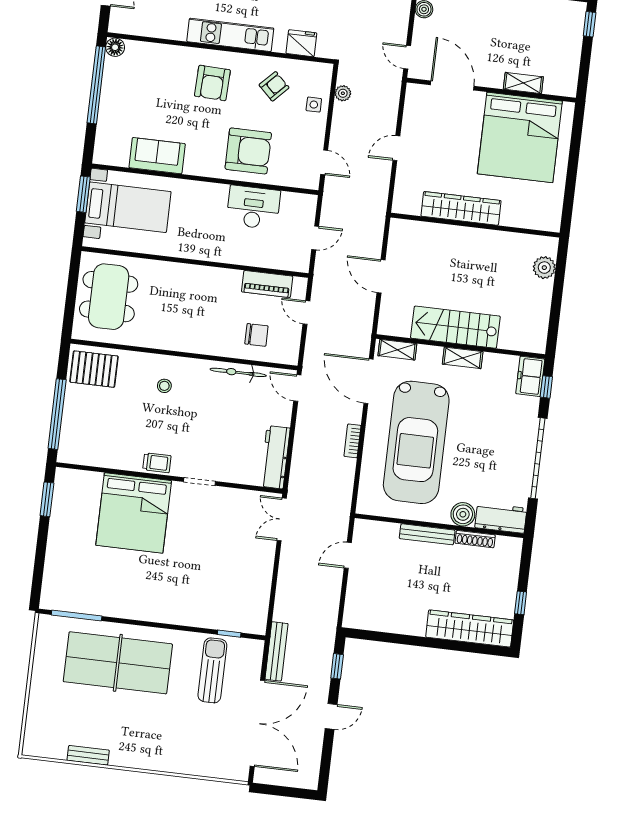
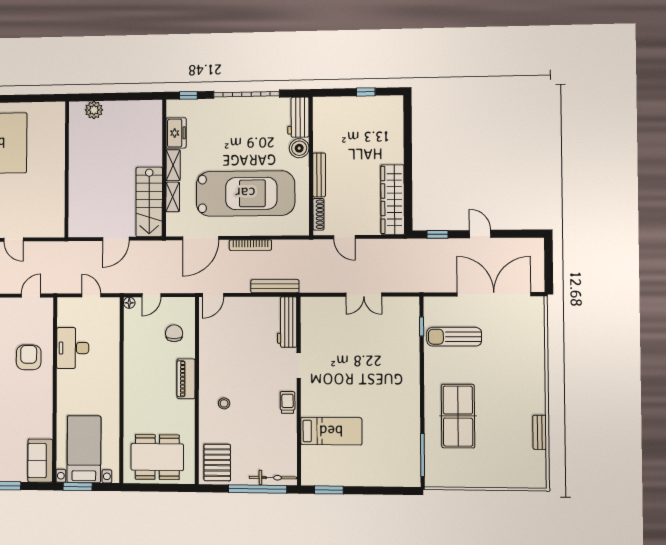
armchair: (248, 151) -> (29, 357), width x0.73, depth x0.73
sofa: (157, 156) -> (40, 461), moved
wardrobe: (461, 208) -> (55, 182), removed
piano: (267, 284) -> (186, 379), moved, turned 180
floor lamp: (300, 284) -> (129, 303), added
stairs: (455, 327) -> (149, 202), moved
shelving: (397, 350) -> (173, 197), moved
bicycle: (238, 372) -> (273, 478), moved, turned -90
freezer: (530, 376) -> (176, 133), moved, turned -90
bookcase: (352, 441) -> (250, 245), width x1.56
workbench: (275, 457) -> (287, 322), moved, turned 90
bed: (134, 513) -> (331, 431), width x0.49
double door: (282, 519) -> (364, 295), moved
shoe rack: (475, 539) -> (318, 214), moved
wardrobe: (470, 628) -> (393, 200), moved
bench: (276, 651) -> (275, 286), moved
table tennis table: (118, 663) -> (458, 416), width x0.73, depth x0.76

